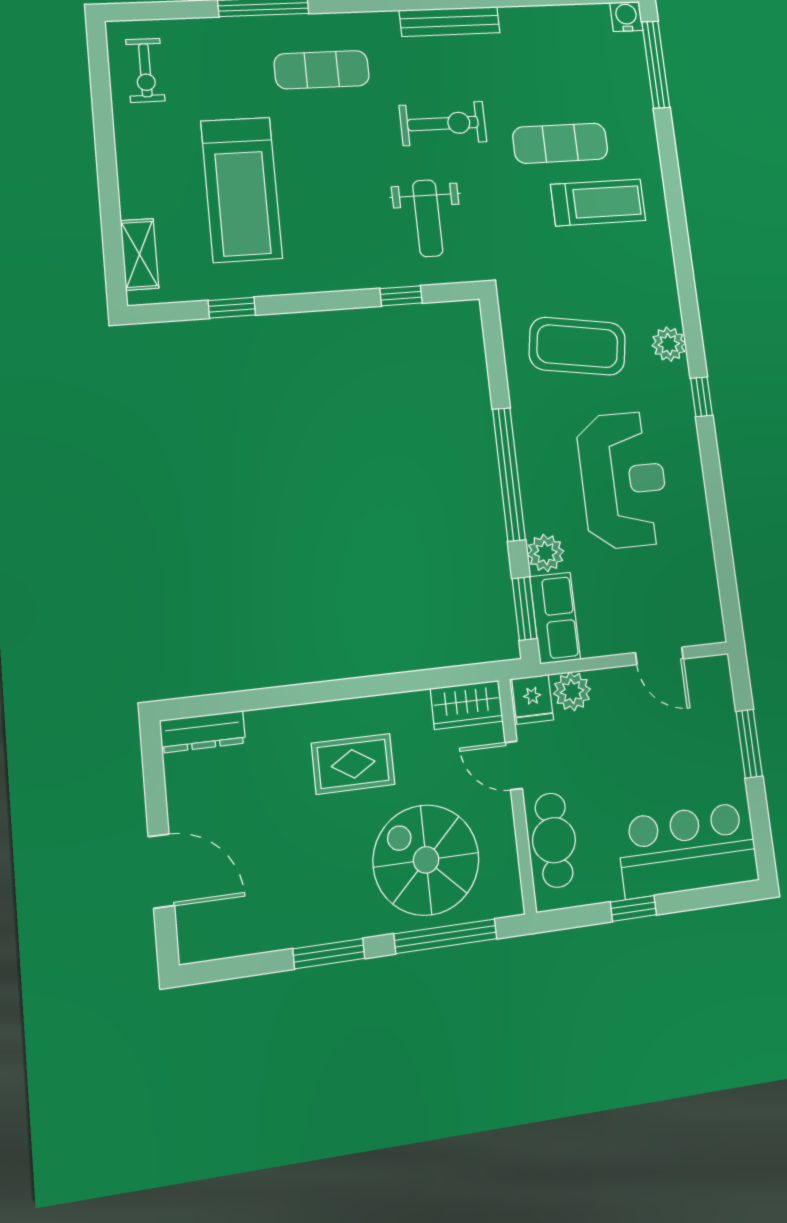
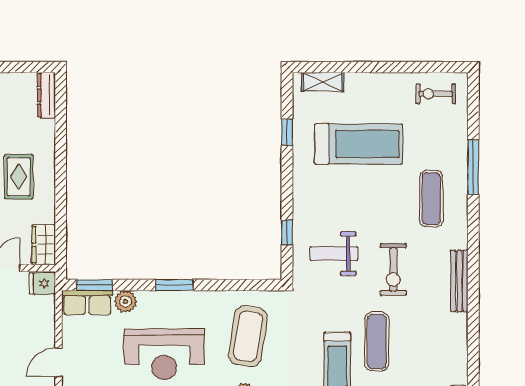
treadmill: (242, 189) -> (359, 144), turned 180
window: (509, 474) -> (174, 285), width x0.47
plant: (572, 691) -> (44, 307), removed

